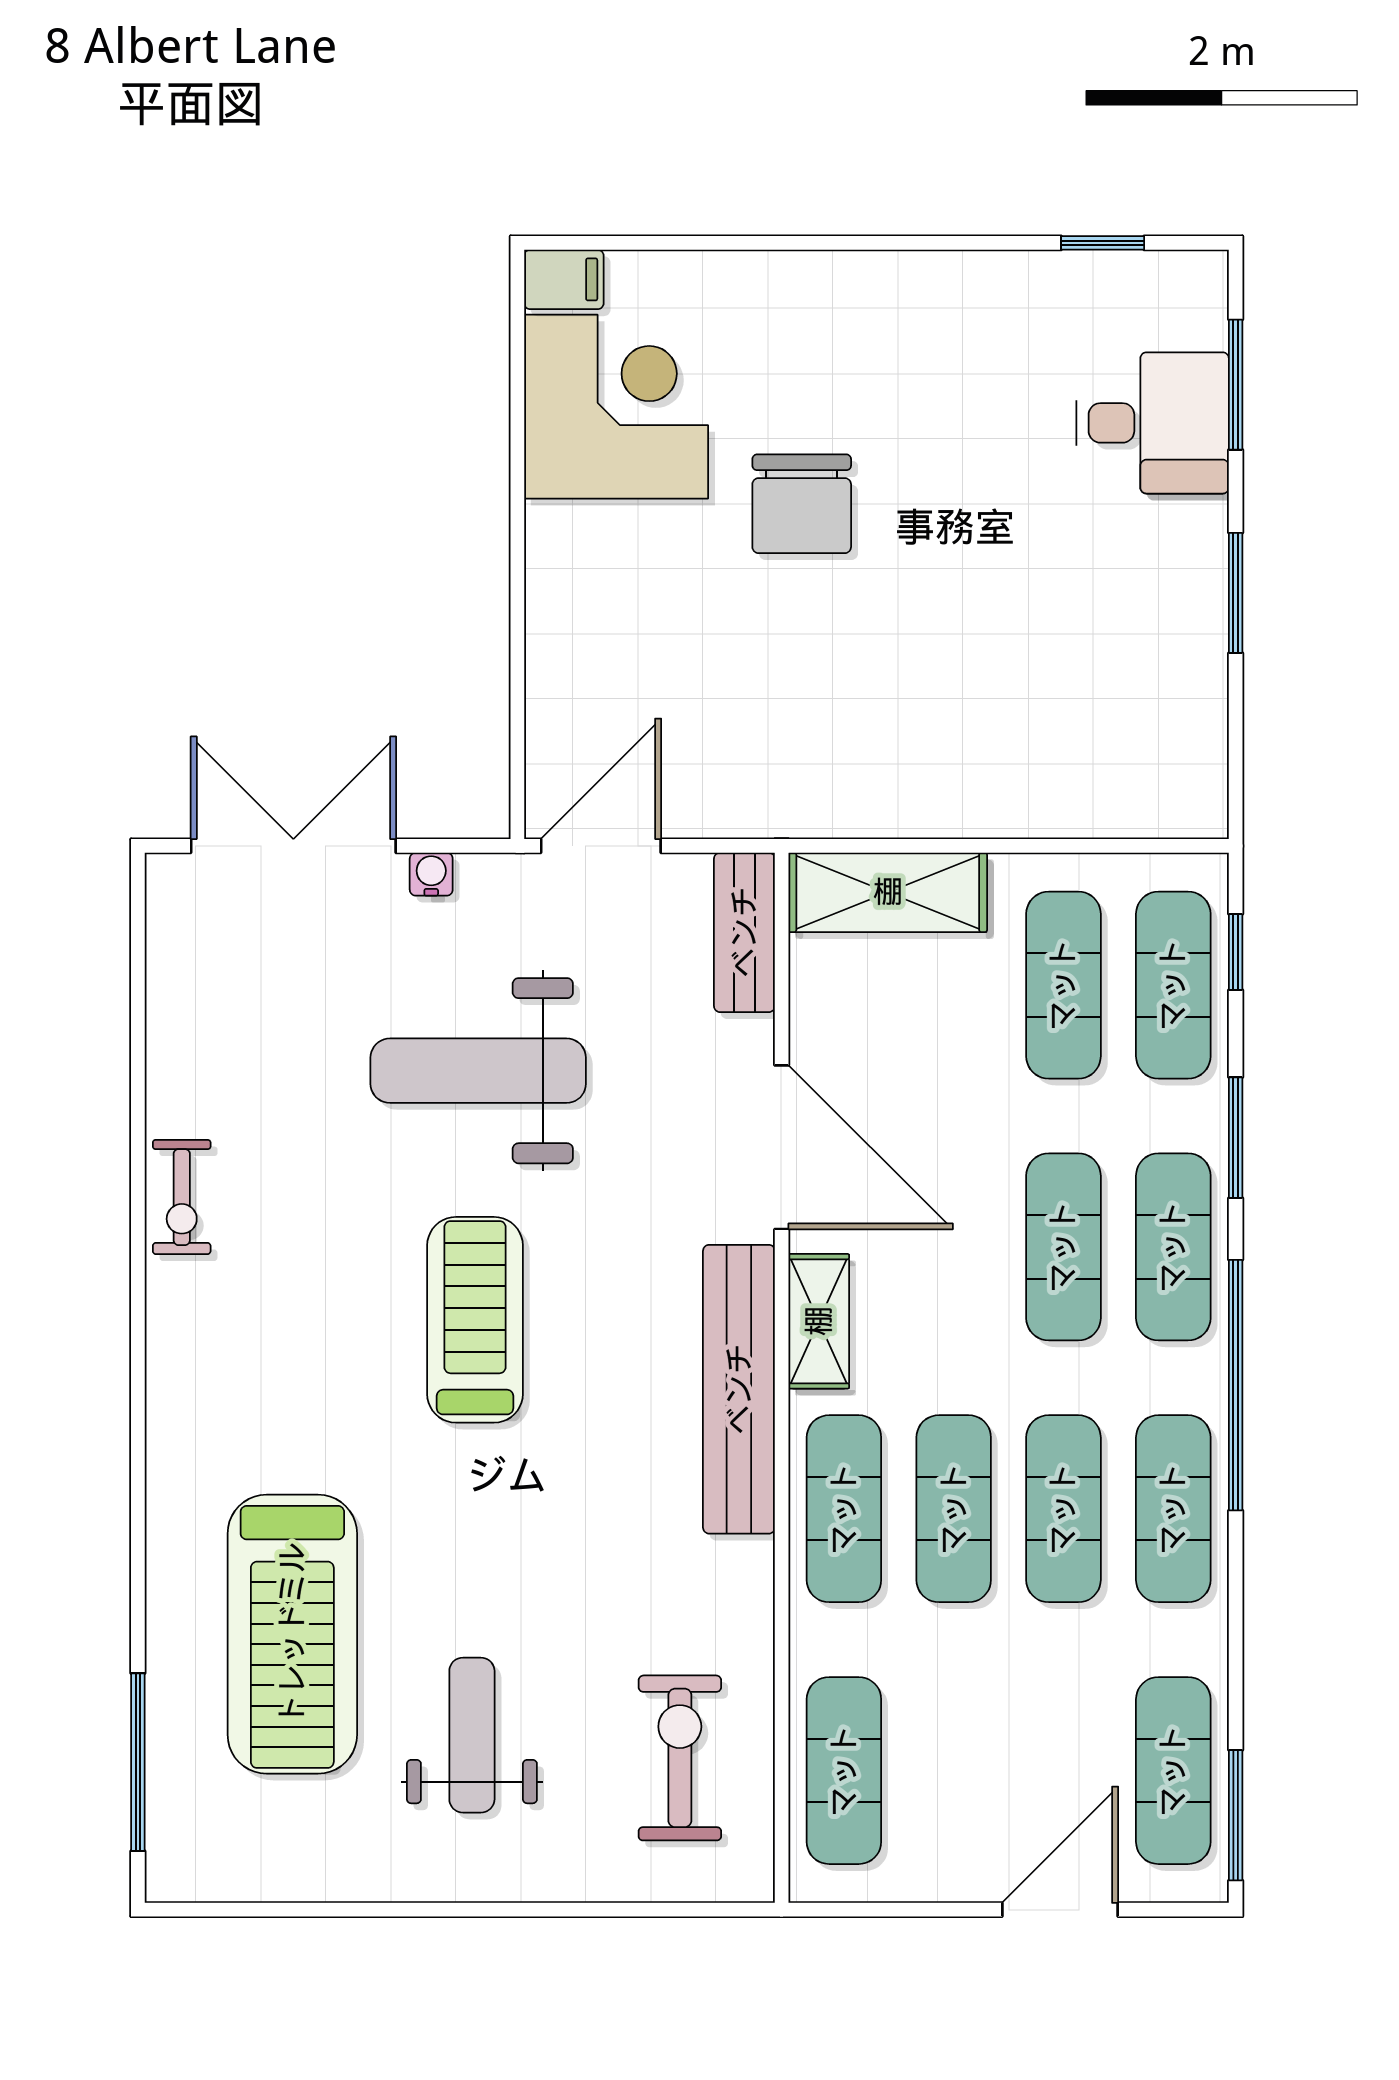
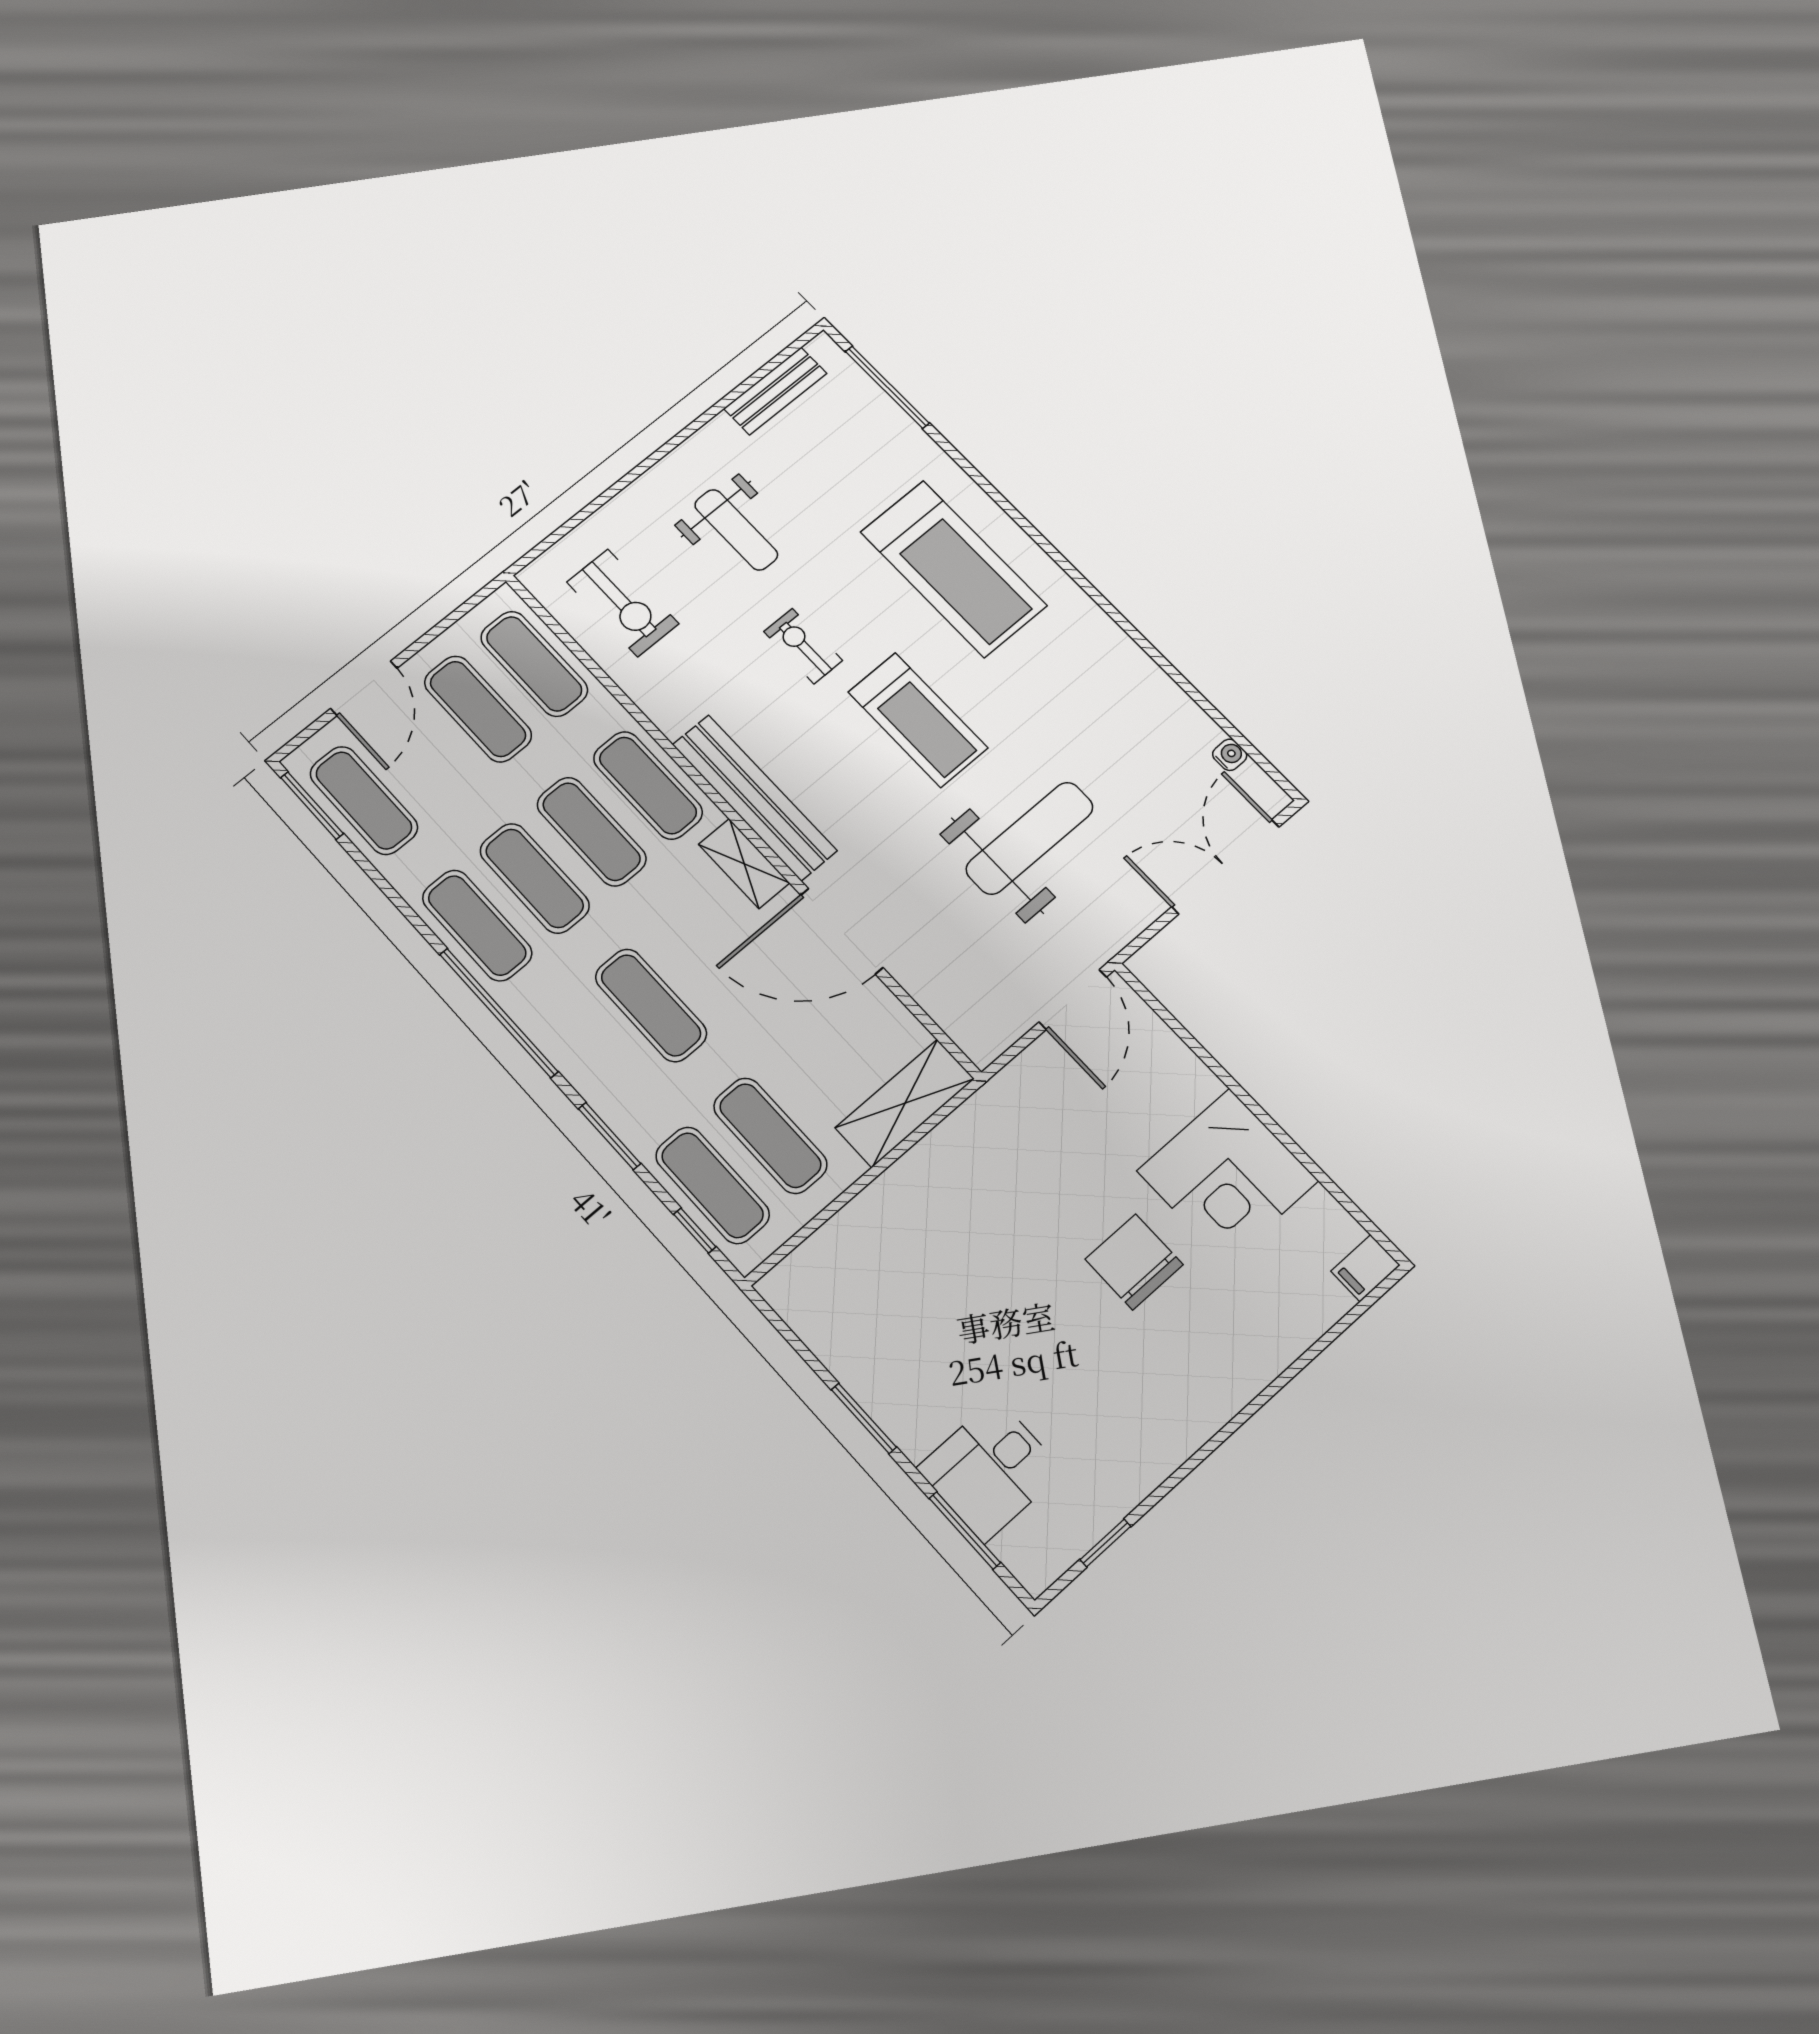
corner desk: (616, 407) -> (1228, 1176), moved
double door: (293, 846) -> (1226, 867), swing flipped
water cooler: (431, 874) -> (1230, 755), moved, turned -90
bench: (744, 932) -> (775, 391), moved, turned 90
exercise bike: (182, 1197) -> (803, 646), moved
exercise mat: (1173, 1247) -> (478, 709), moved
treadmill: (292, 1634) -> (953, 569), moved, turned 180

